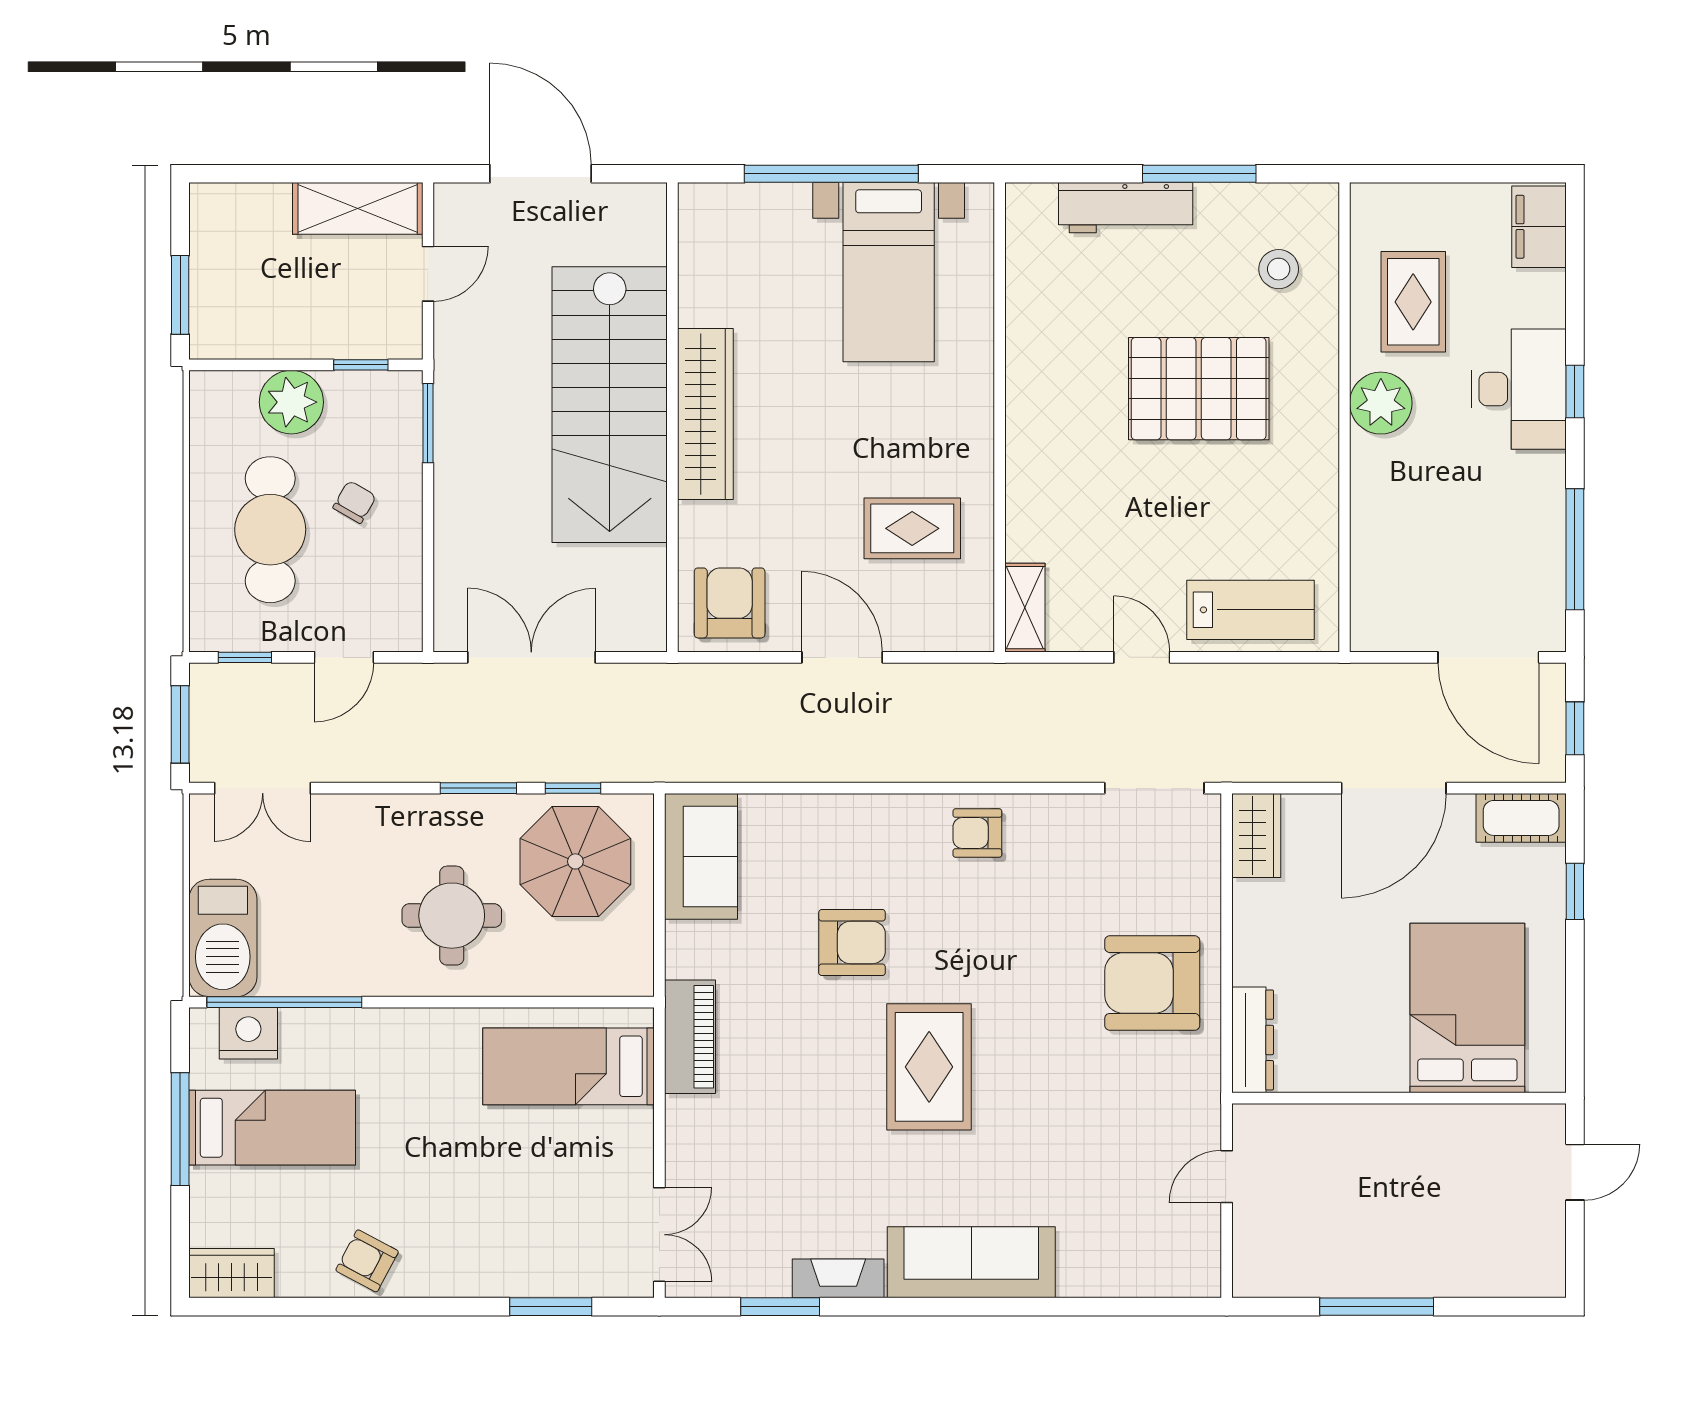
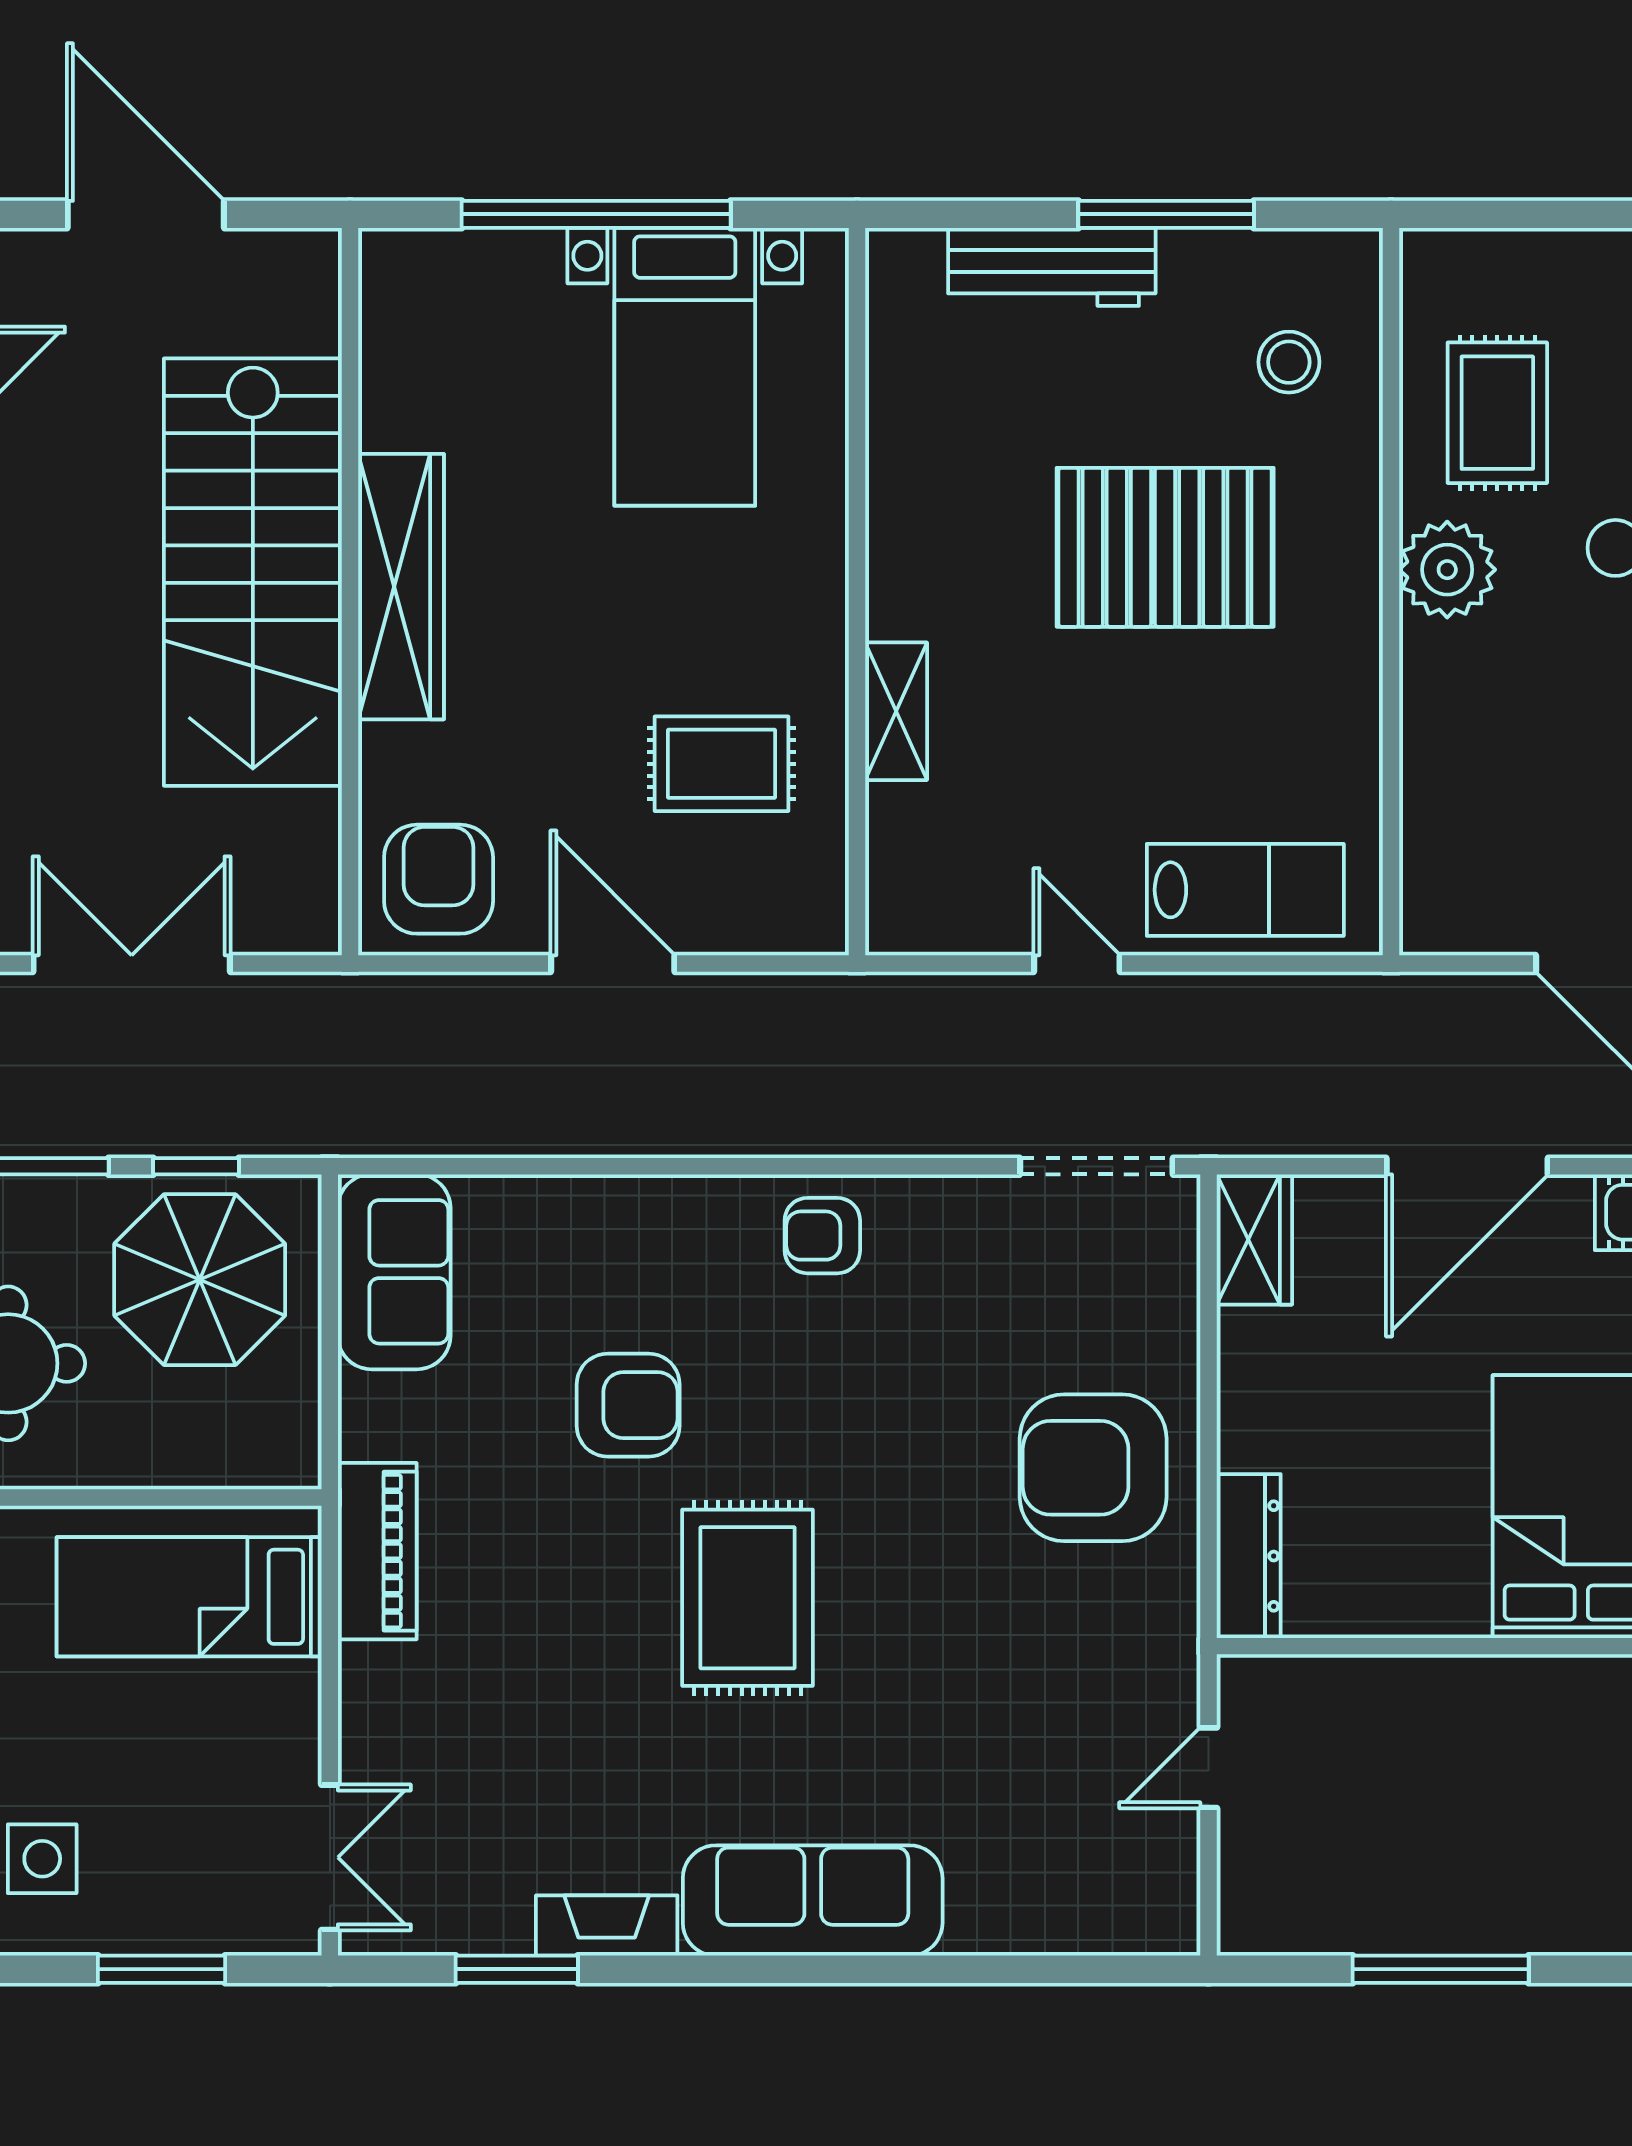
shelving: (1025, 608) -> (896, 711), moved
side table: (474, 1235) -> (42, 1859), added

